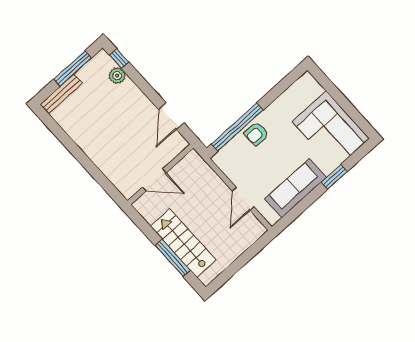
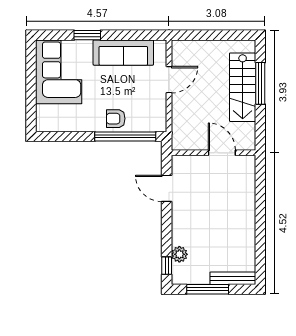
door: (171, 116) -> (167, 188), swing flipped
armchair: (257, 134) -> (116, 119), turned 180

